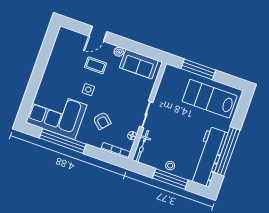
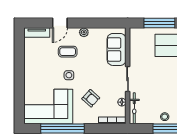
tv unit: (71, 35) -> (37, 33), added
sofa: (139, 64) -> (117, 49), moved, turned 90

